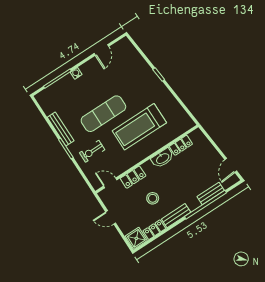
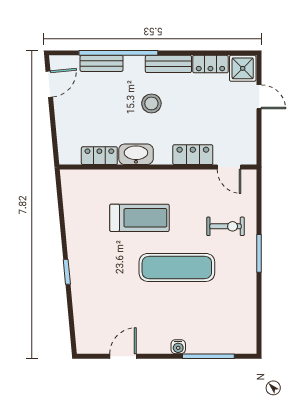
treadmill: (139, 127) -> (139, 218), width x0.73, depth x0.73
bench: (61, 129) -> (249, 285), removed
stool: (153, 198) -> (151, 103), moved
door: (111, 217) -> (259, 97), moved

